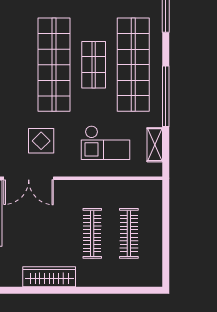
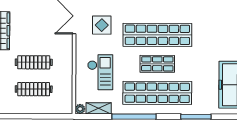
checkout: (105, 143) -> (100, 72), turned 180
plant: (156, 170) -> (80, 109), added

